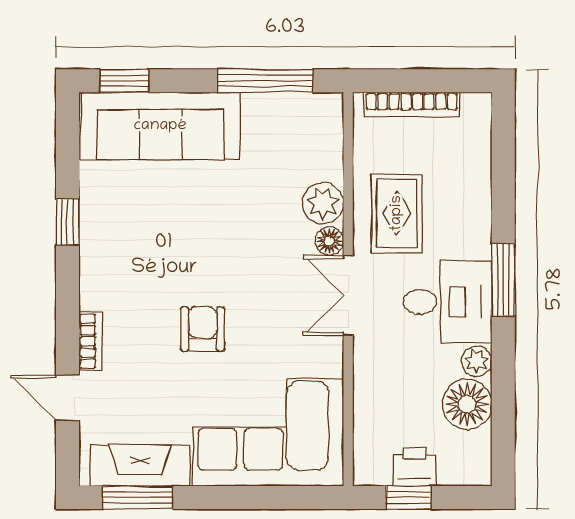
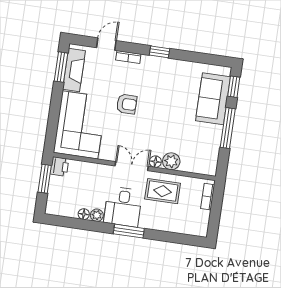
window: (265, 81) -> (228, 128), moved
bookcase: (412, 104) -> (208, 197), width x0.64
sofa: (160, 126) -> (213, 99), width x0.73
window: (67, 222) -> (160, 52), moved
floor lamp: (467, 404) -> (84, 214), width x0.53, depth x0.53
printer: (415, 467) -> (59, 166), moved
window: (408, 498) -> (45, 179), width x1.50

